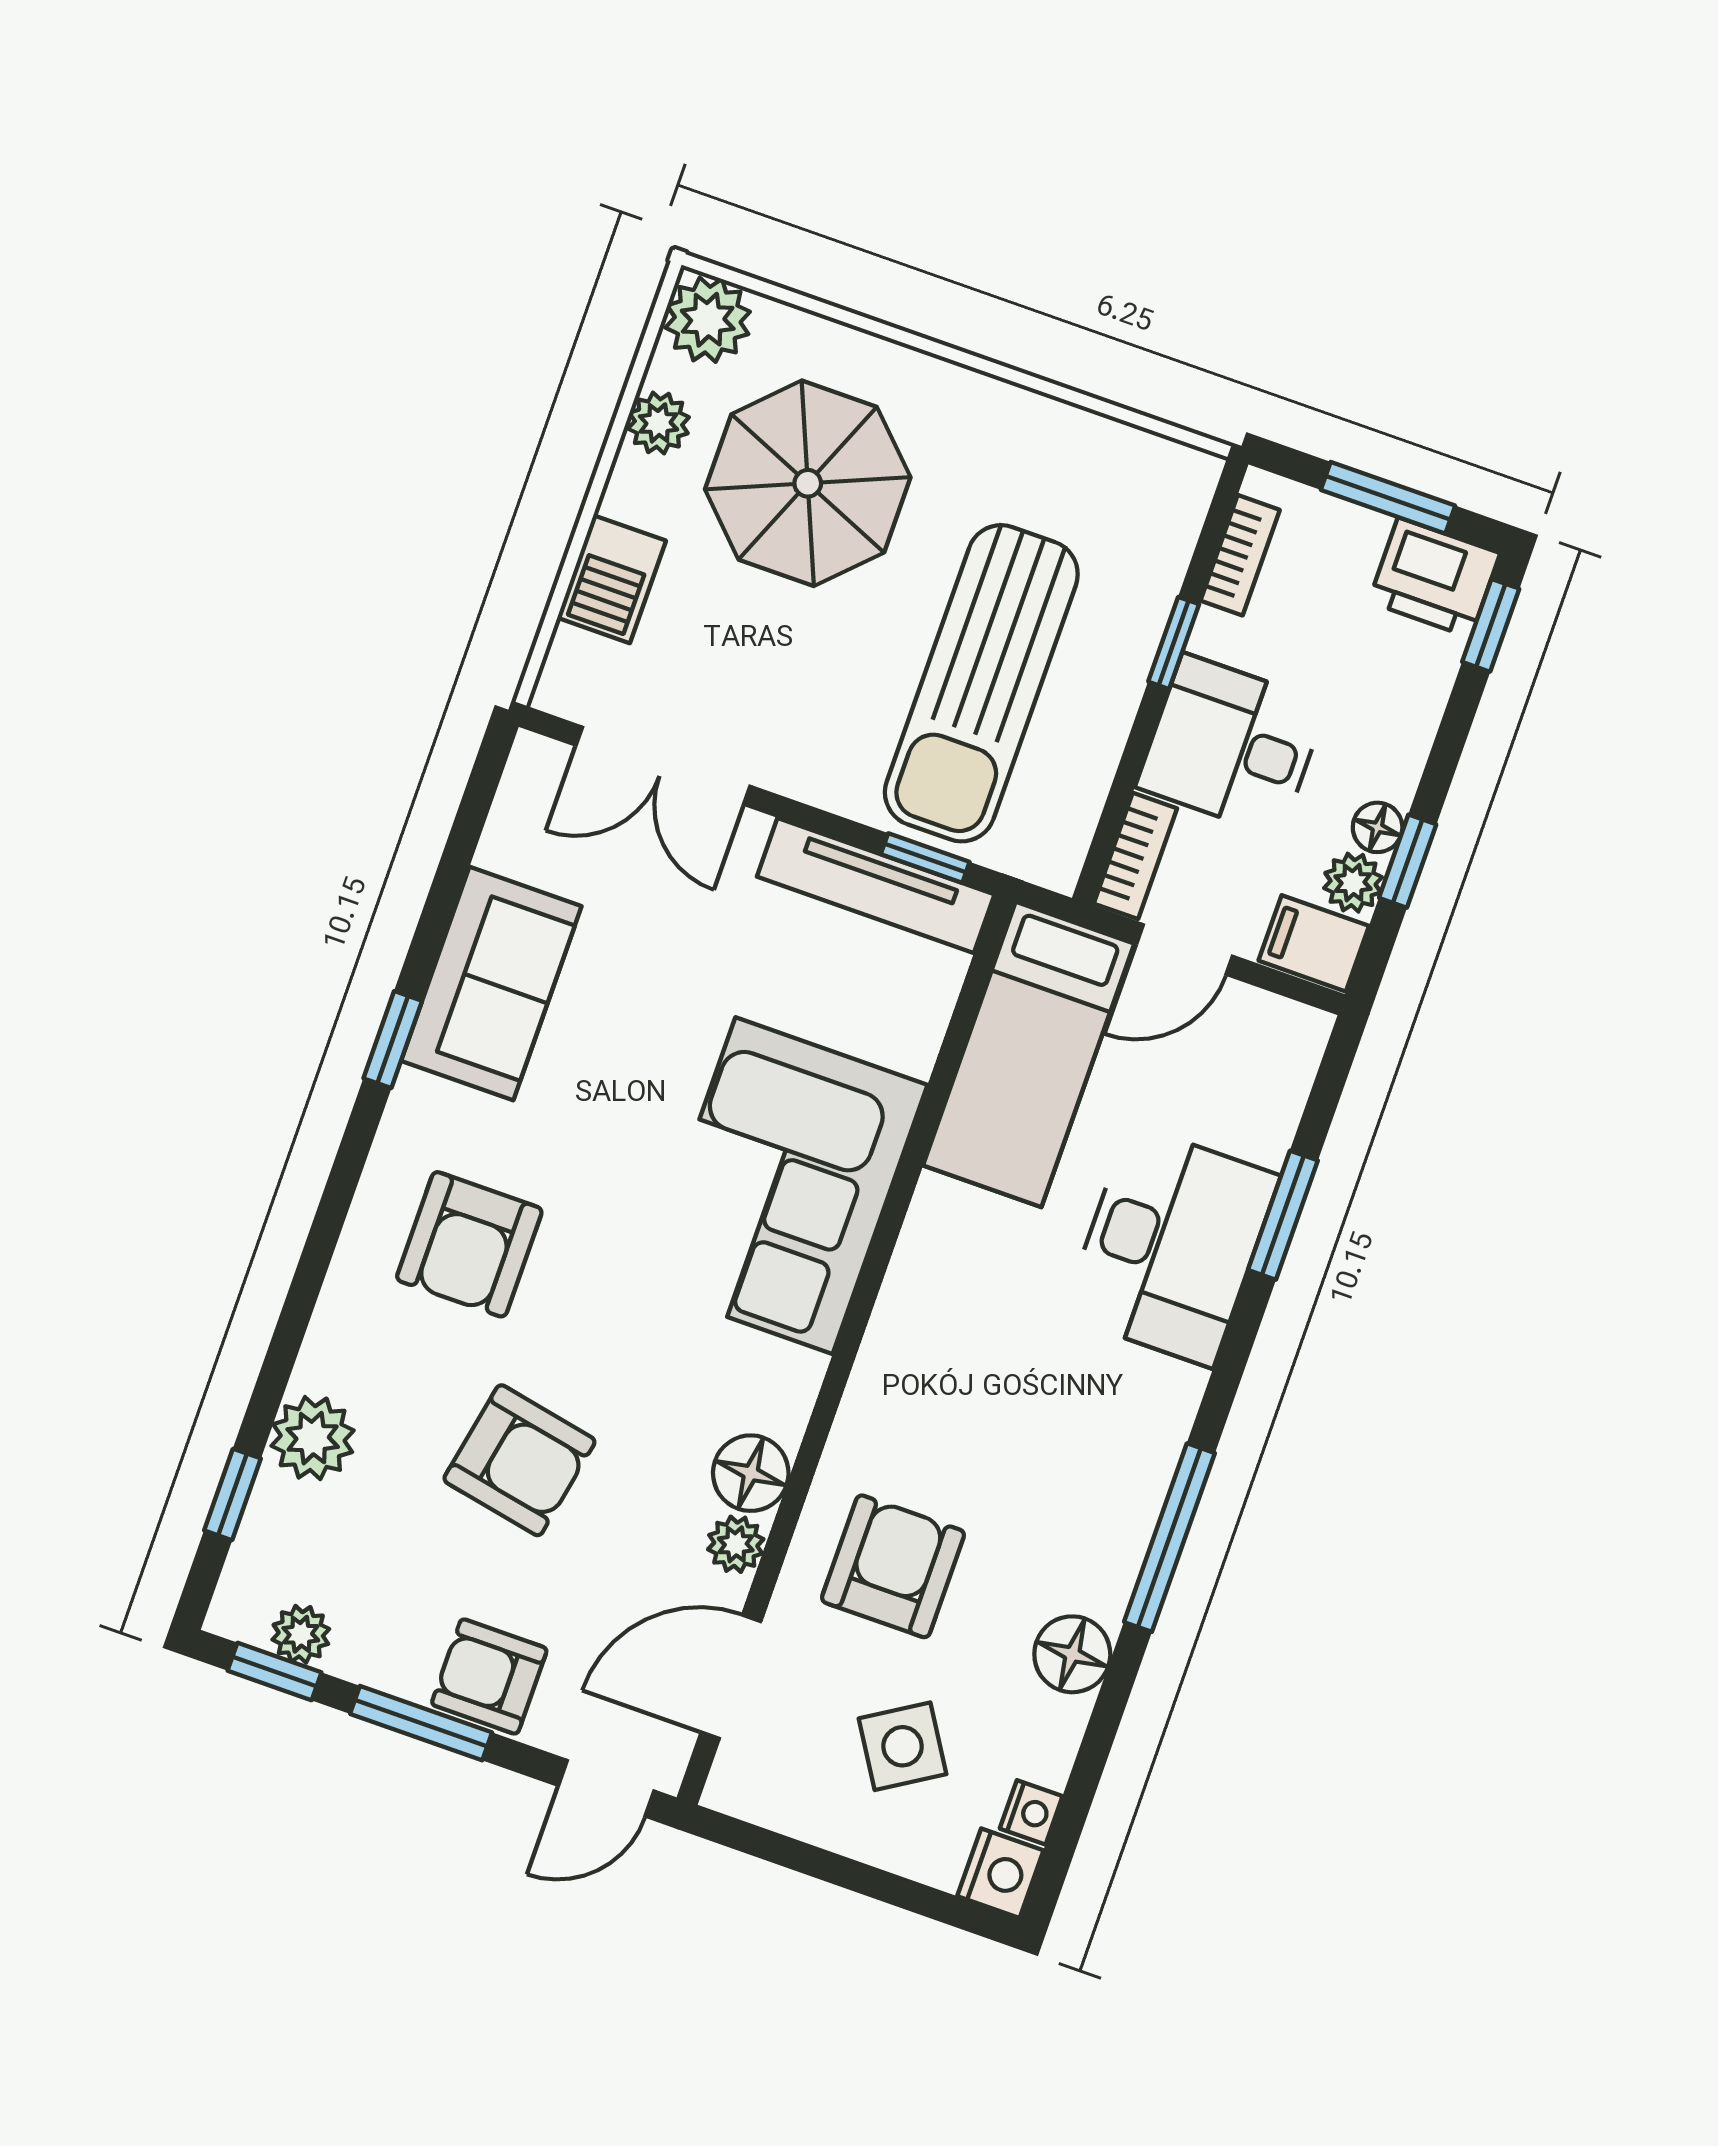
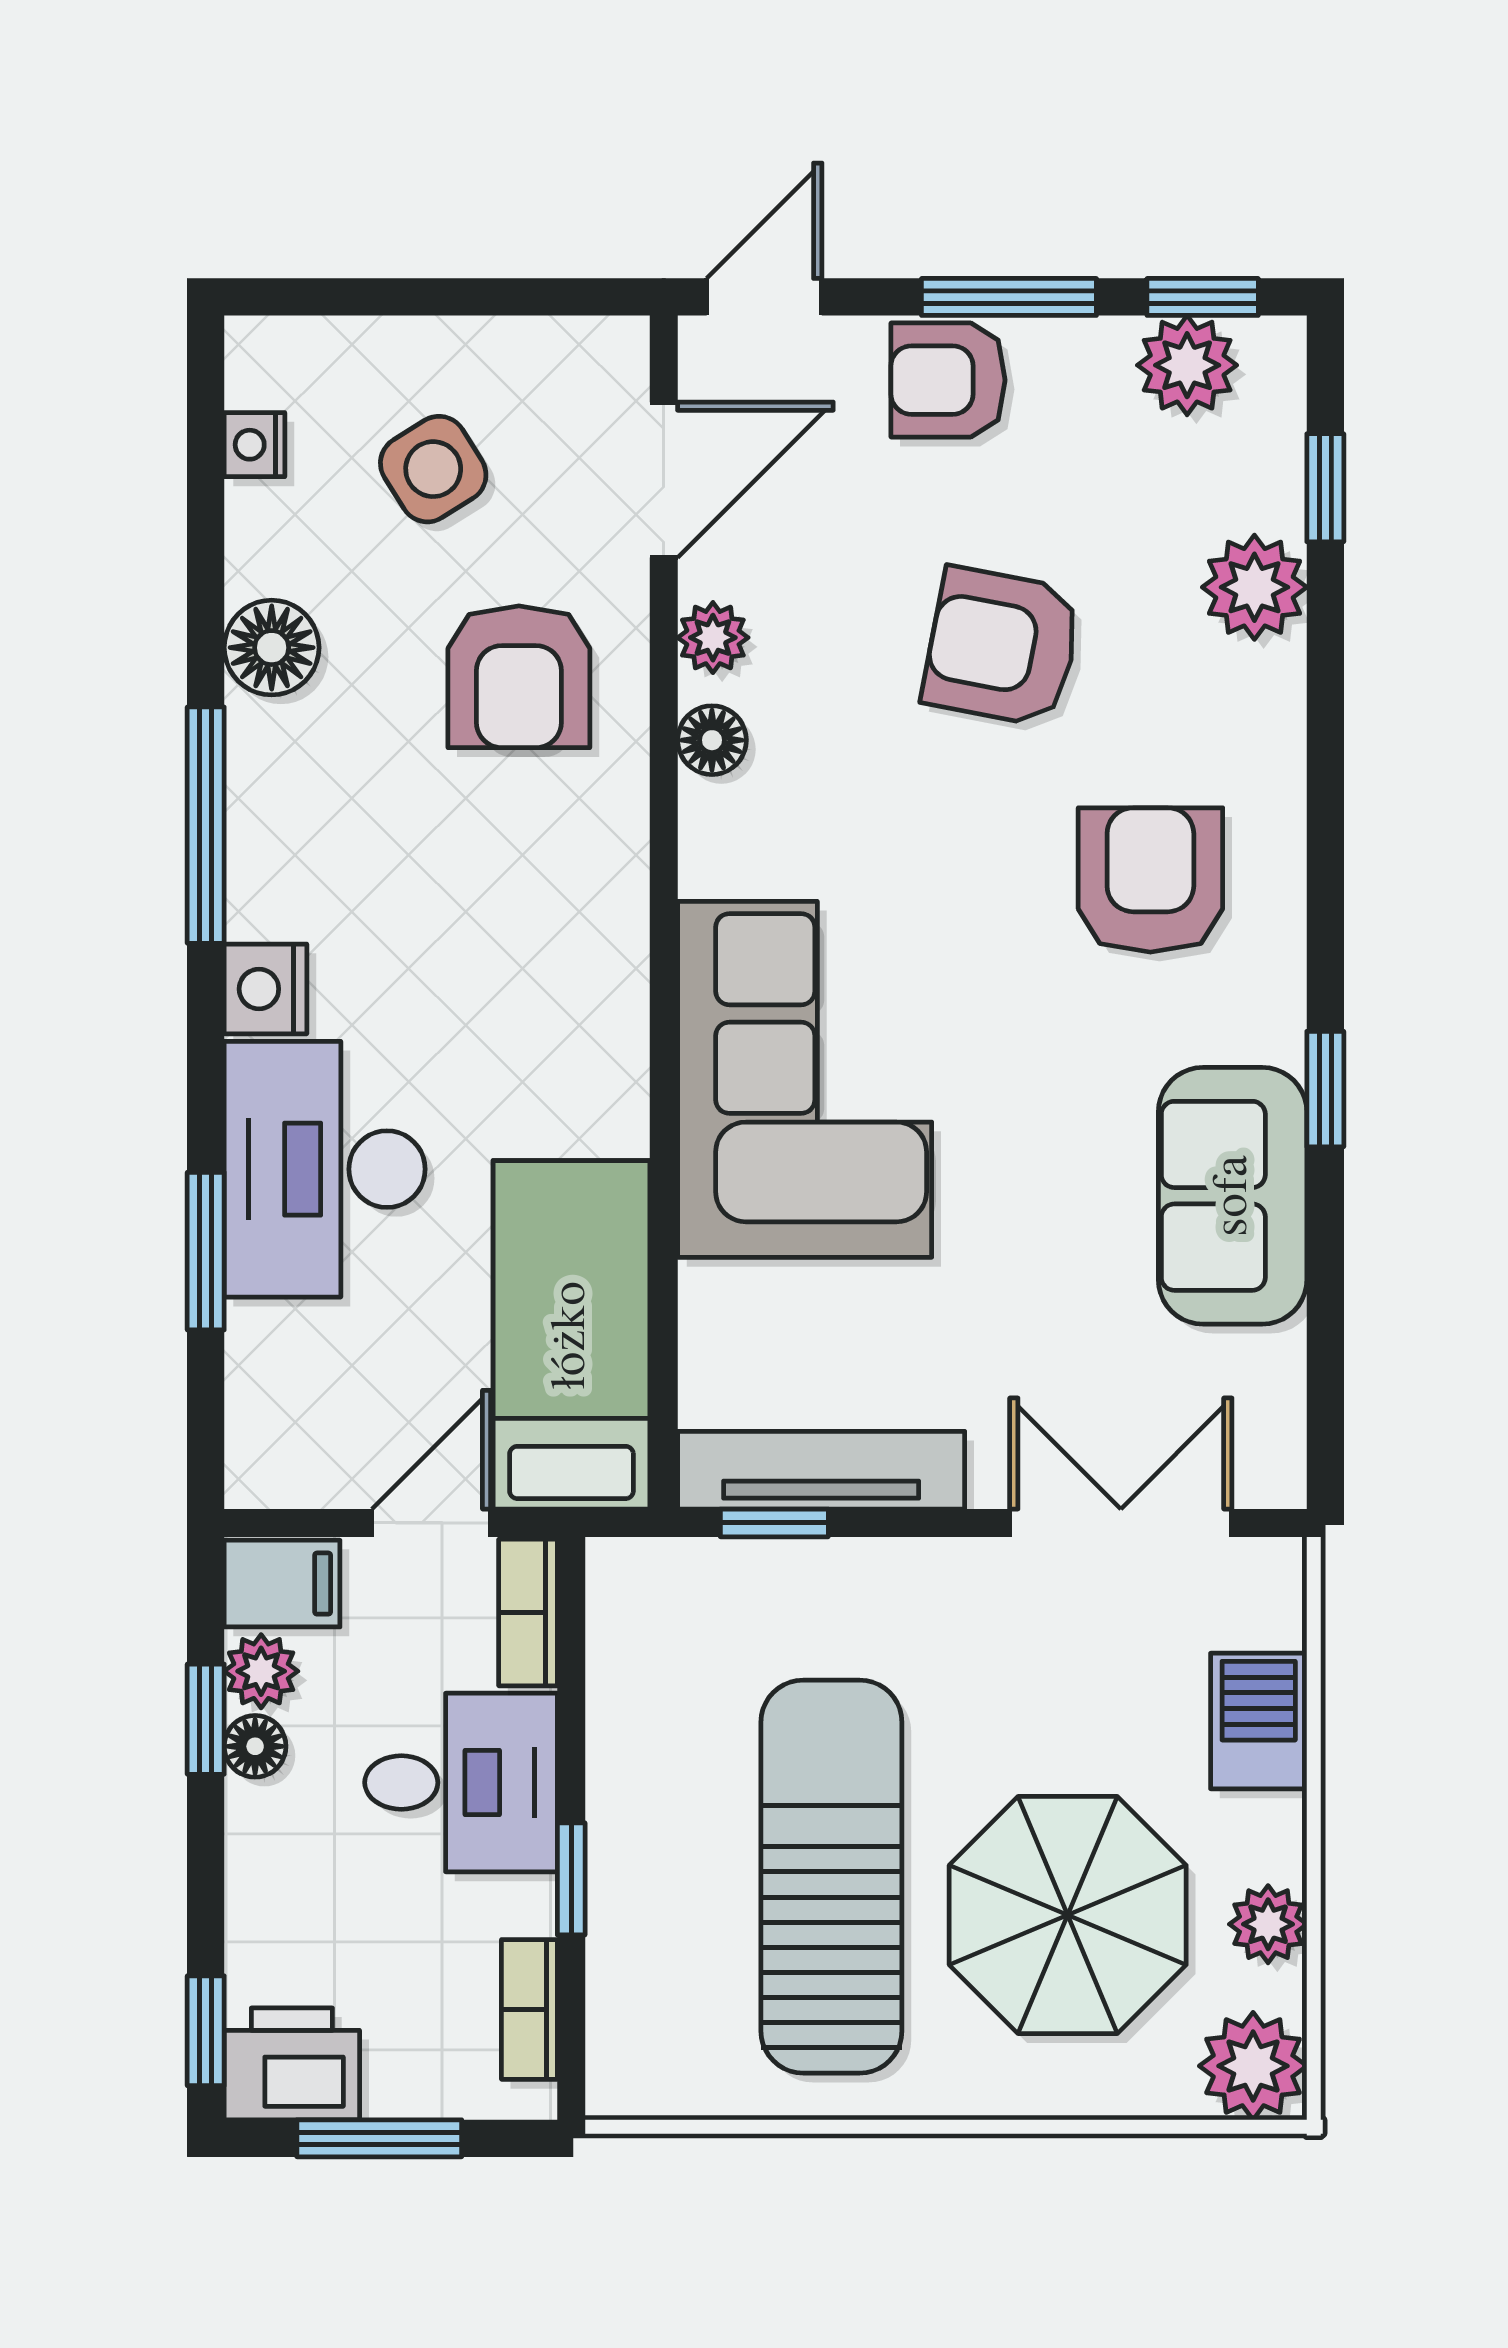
sun lounger: (981, 683) -> (831, 1877), moved
floor lamp: (751, 1473) -> (712, 740), width x0.73, depth x0.73
plant: (301, 1634) -> (1187, 365), width x1.38, depth x1.38
armchair: (489, 1676) -> (948, 380), turned 180
nightstand: (1000, 1873) -> (266, 989), moved

